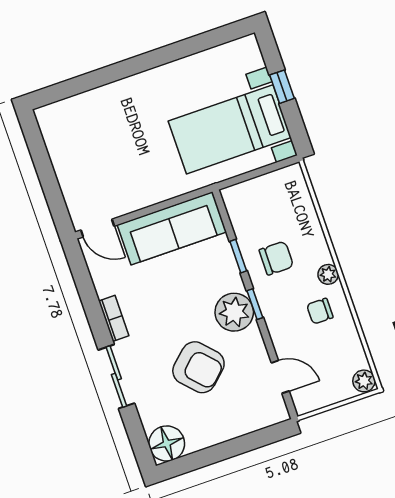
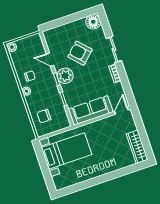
window: (282, 87) -> (45, 169), removed
wardrobe: (59, 141) -> (137, 147), added
door: (98, 228) -> (121, 111), hinge flipped
chair: (276, 258) -> (44, 116), moved
door: (280, 377) -> (50, 60), moved

